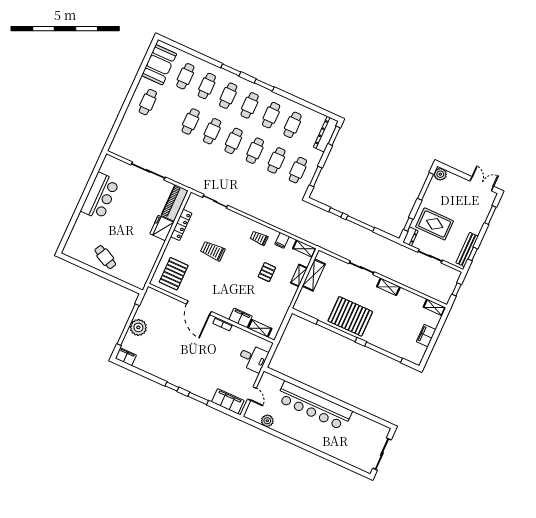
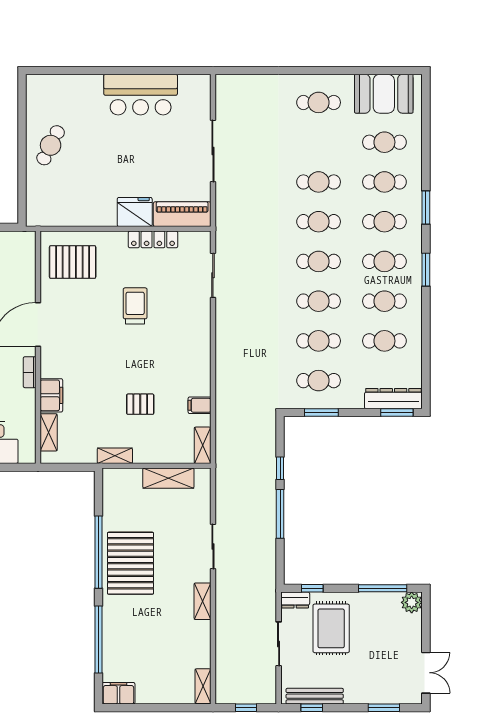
trolley: (259, 238) -> (187, 368), removed
shelving: (299, 275) -> (115, 456), moved
filing cabinet: (426, 336) -> (118, 693), moved

